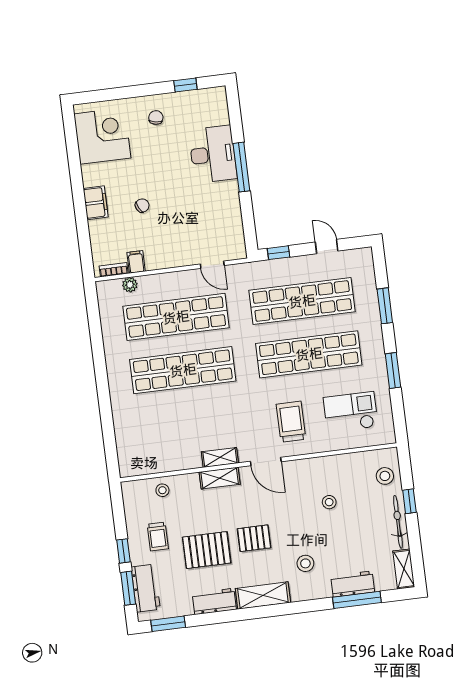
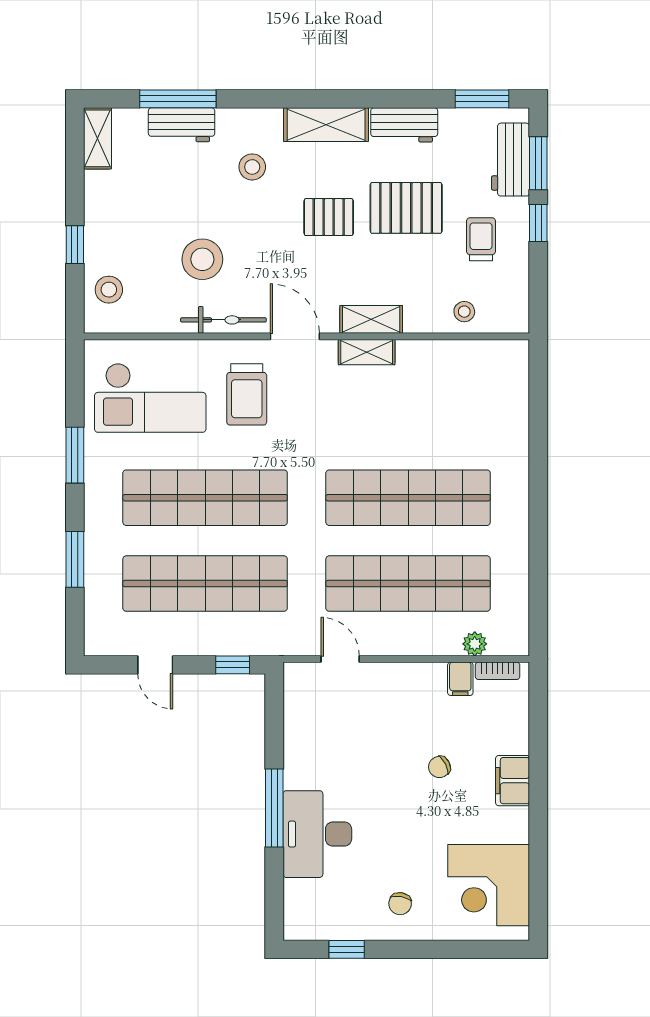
checkout: (351, 412) -> (150, 398), width x1.36, depth x1.21
stool: (329, 502) -> (202, 259), width x1.89, depth x1.89
bicycle: (398, 522) -> (223, 320), moved, turned -90

